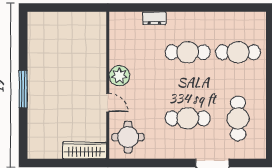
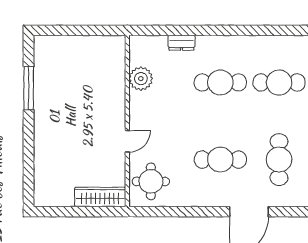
plant: (119, 76) -> (141, 79), moved
window: (23, 89) -> (29, 88), moved
door: (108, 103) -> (127, 141), hinge flipped

